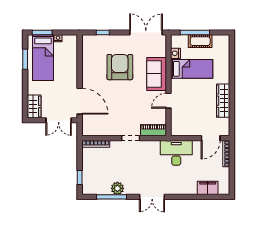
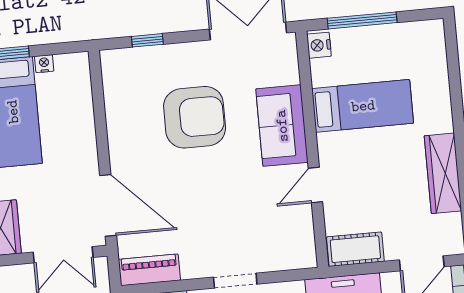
cot: (200, 41) -> (355, 249), moved
nightstand: (176, 53) -> (319, 45), moved
armchair: (120, 67) -> (195, 117), turned 90
piano: (153, 130) -> (149, 270), moved

